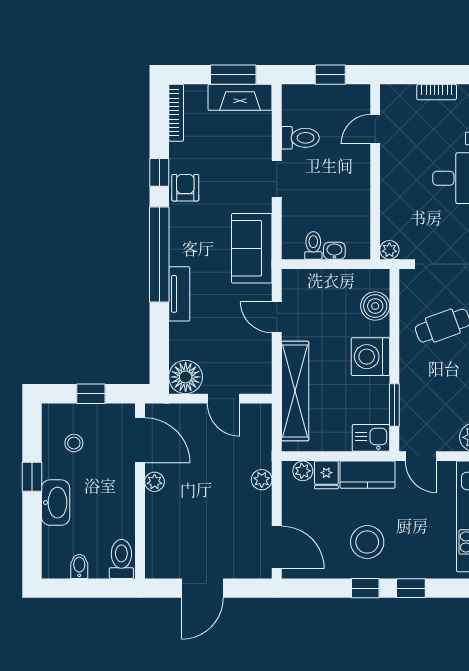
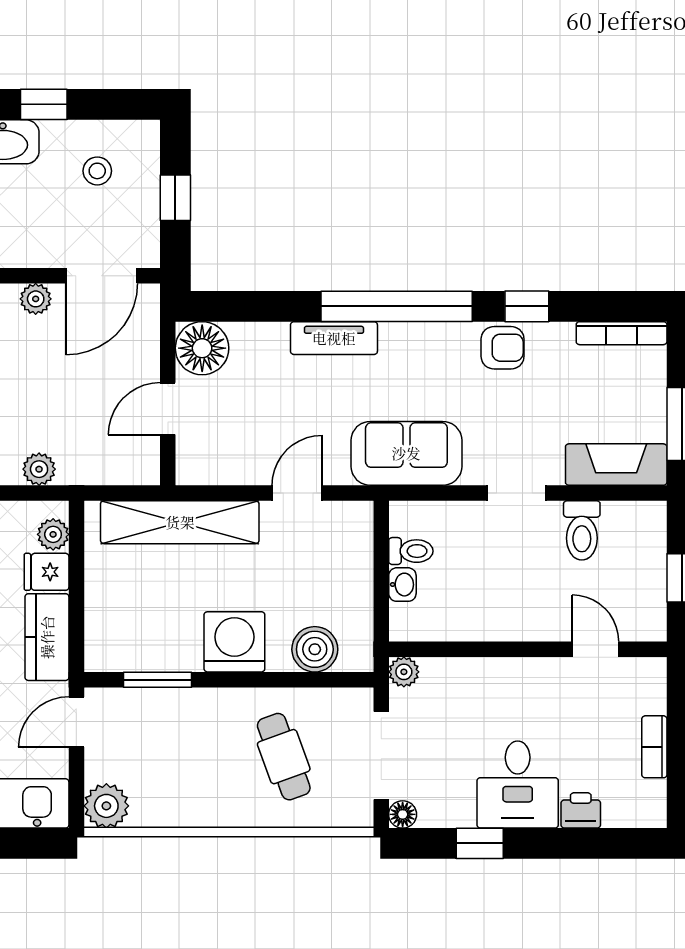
fireplace: (240, 97) -> (616, 465), moved, turned 90
kitchen sink: (371, 438) -> (105, 642), removed

